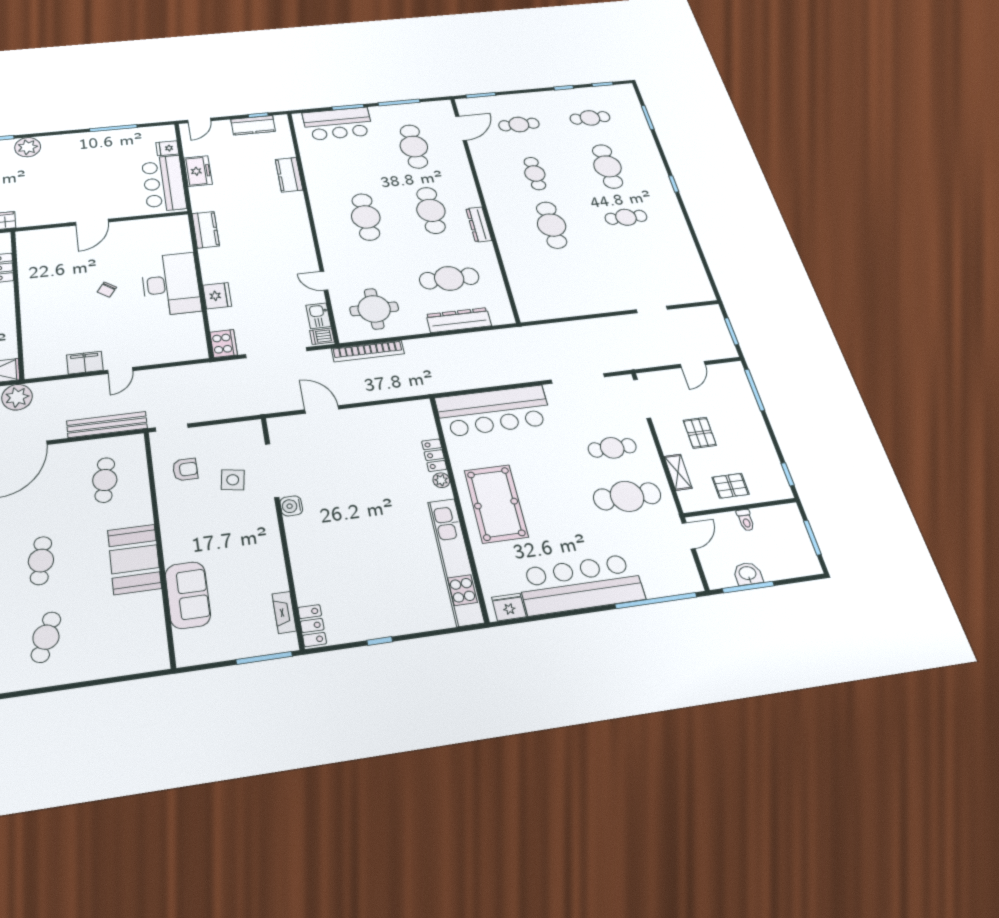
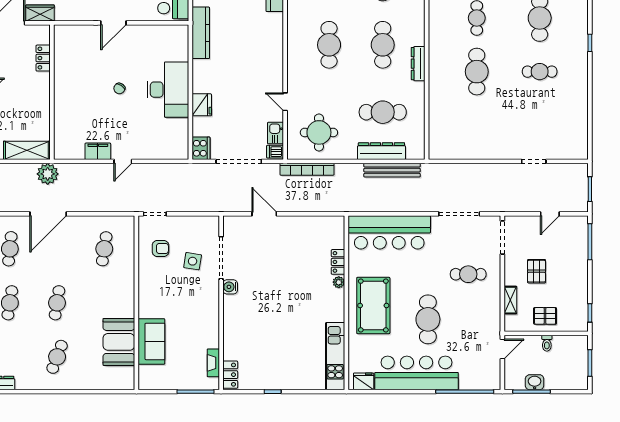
kitchen counter: (206, 230) -> (201, 33), width x1.50
bench: (107, 425) -> (392, 170), moved
cafe table: (627, 496) -> (428, 319), moved, turned 90
booth: (134, 559) -> (119, 342), moved
kitchen unit: (456, 561) -> (335, 356), width x0.73

